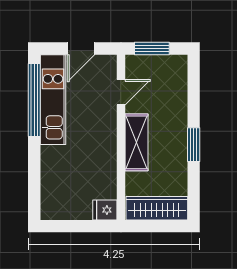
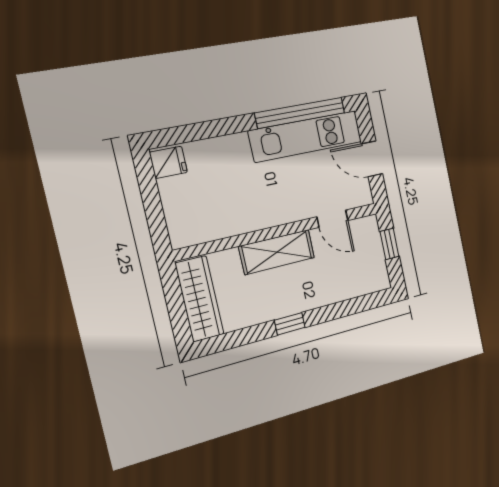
window: (152, 49) -> (390, 244), width x0.67
window: (194, 145) -> (290, 324), width x0.67
fridge: (105, 210) -> (168, 162), moved, turned 90

